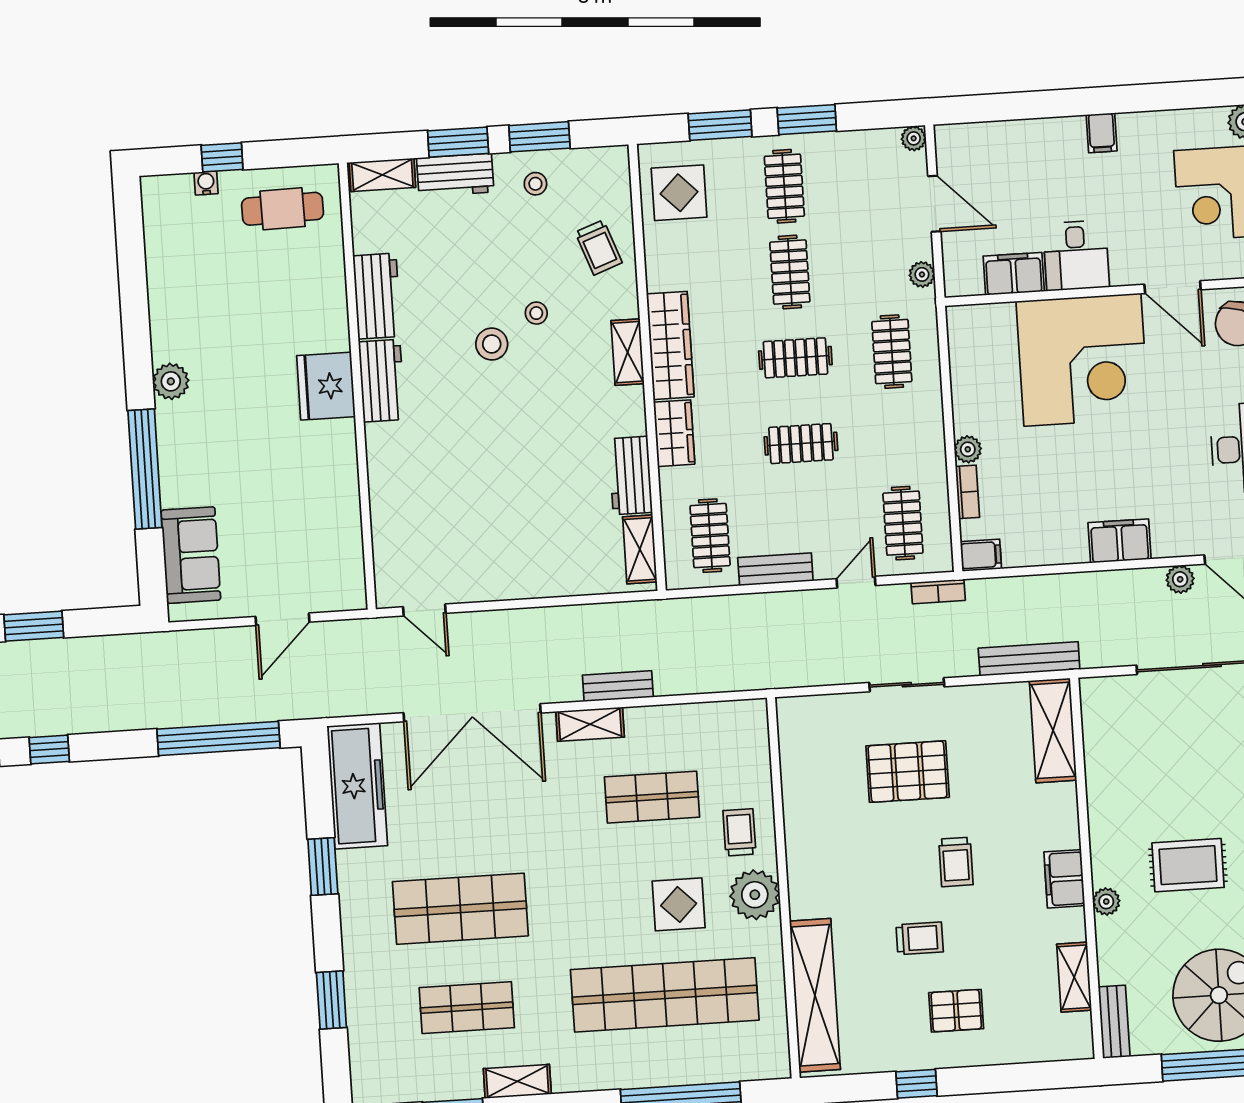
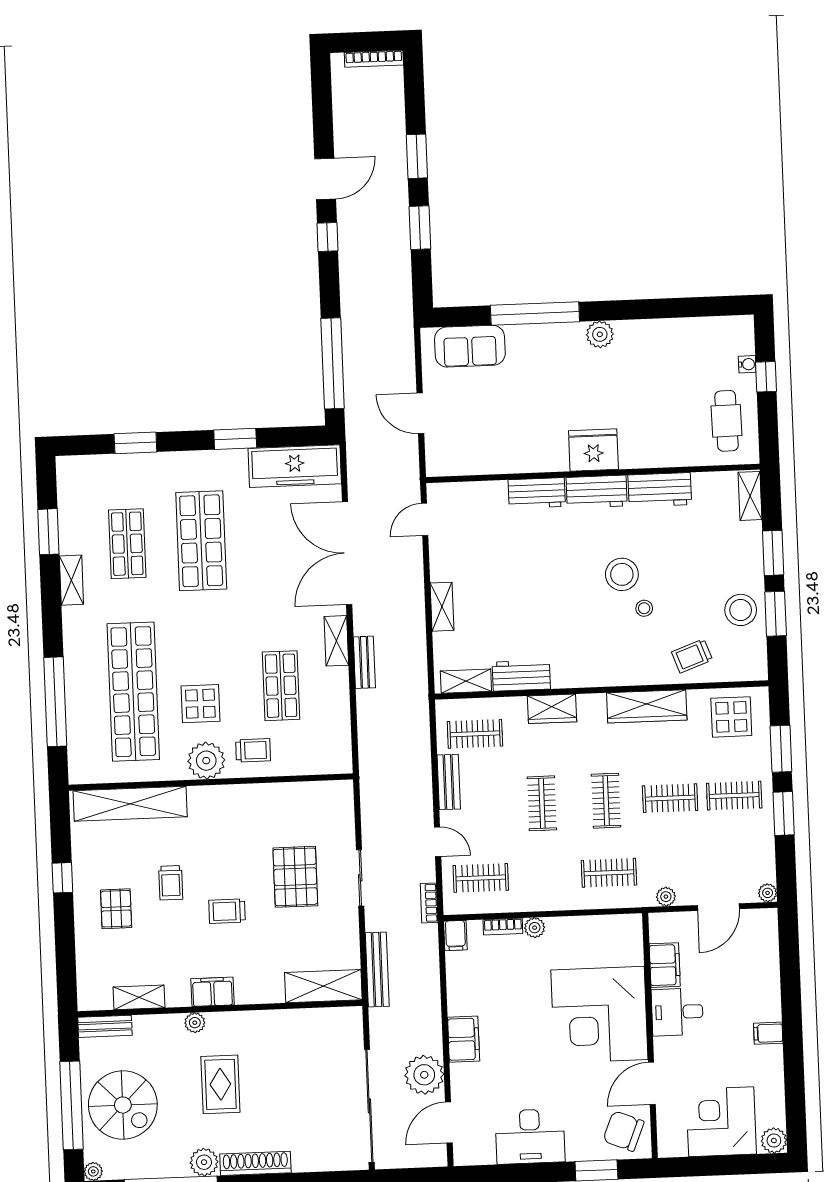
workbench: (455, 175) -> (537, 493), moved, turned -90
stool: (535, 184) -> (741, 610), width x1.89, depth x1.89
stool: (492, 344) -> (622, 574), width x1.38, depth x1.38
wardrobe: (670, 345) -> (647, 706), moved
shelving: (628, 352) -> (442, 607), moved, turned 90
plant: (1180, 579) -> (424, 1075), width x1.88, depth x1.88

